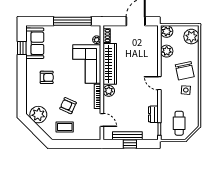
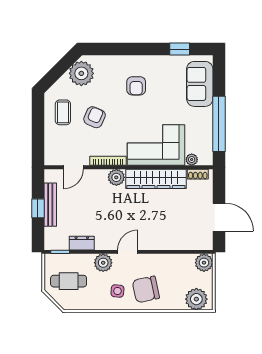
sofa: (35, 43) -> (200, 84), moved, turned 90
plant: (167, 51) -> (103, 263), moved

